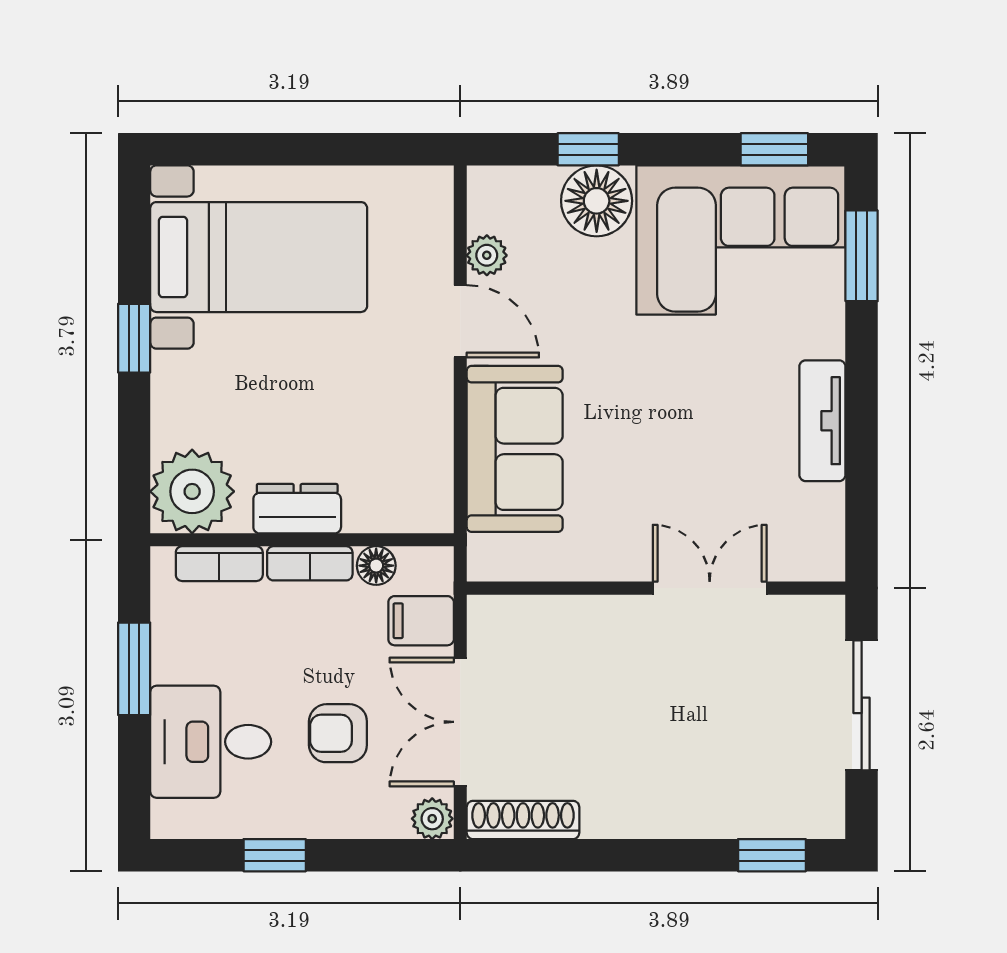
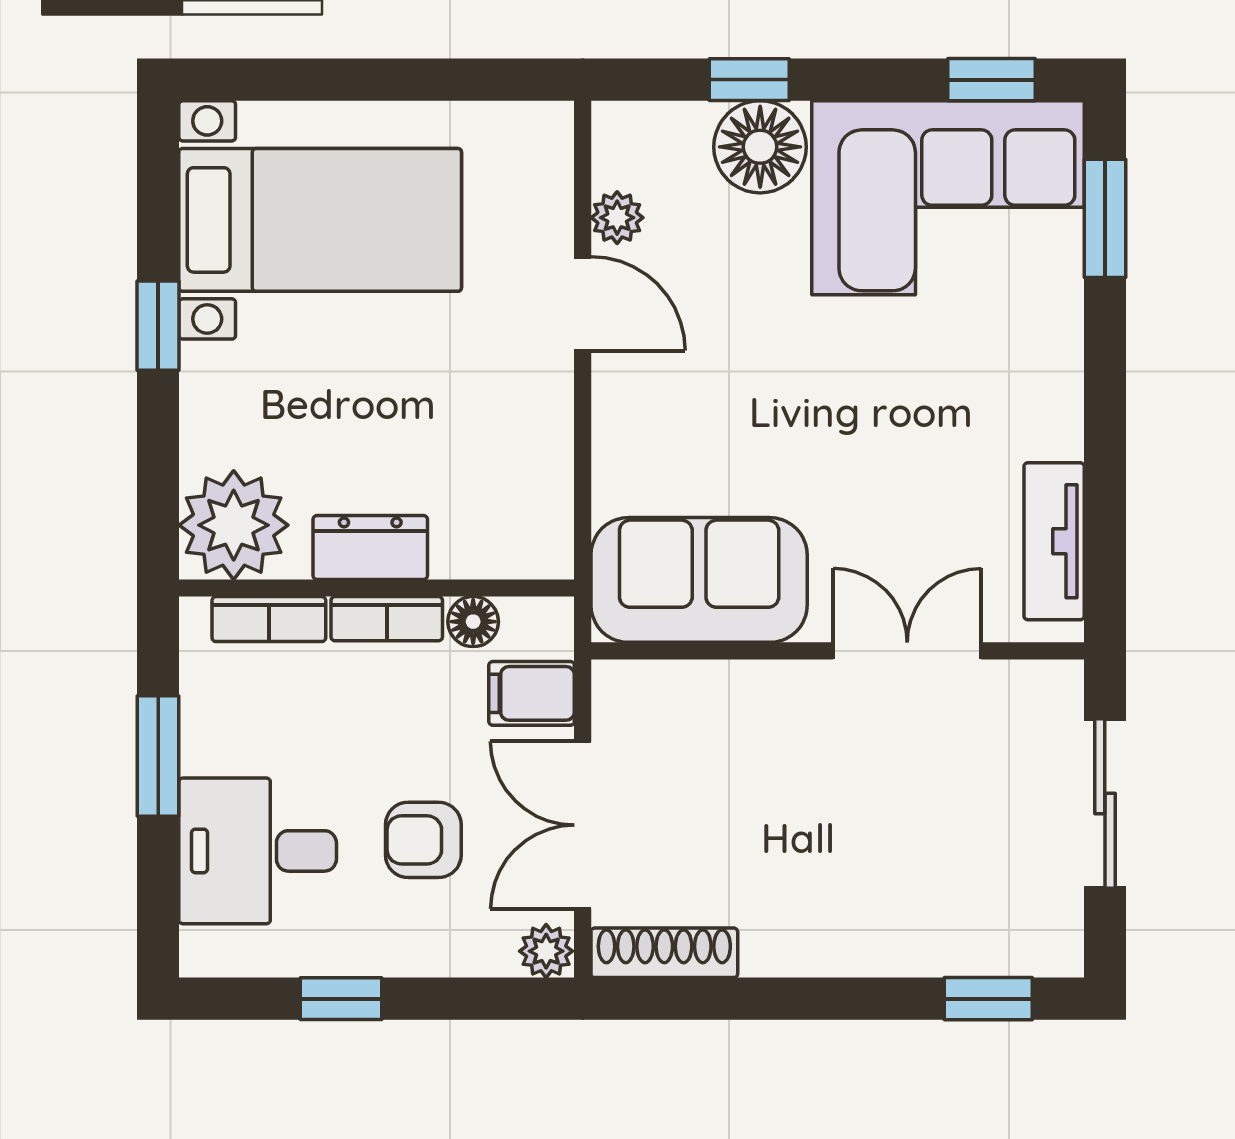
tv unit: (822, 421) -> (1054, 541), moved
sofa: (515, 449) -> (699, 580), moved, turned -90

